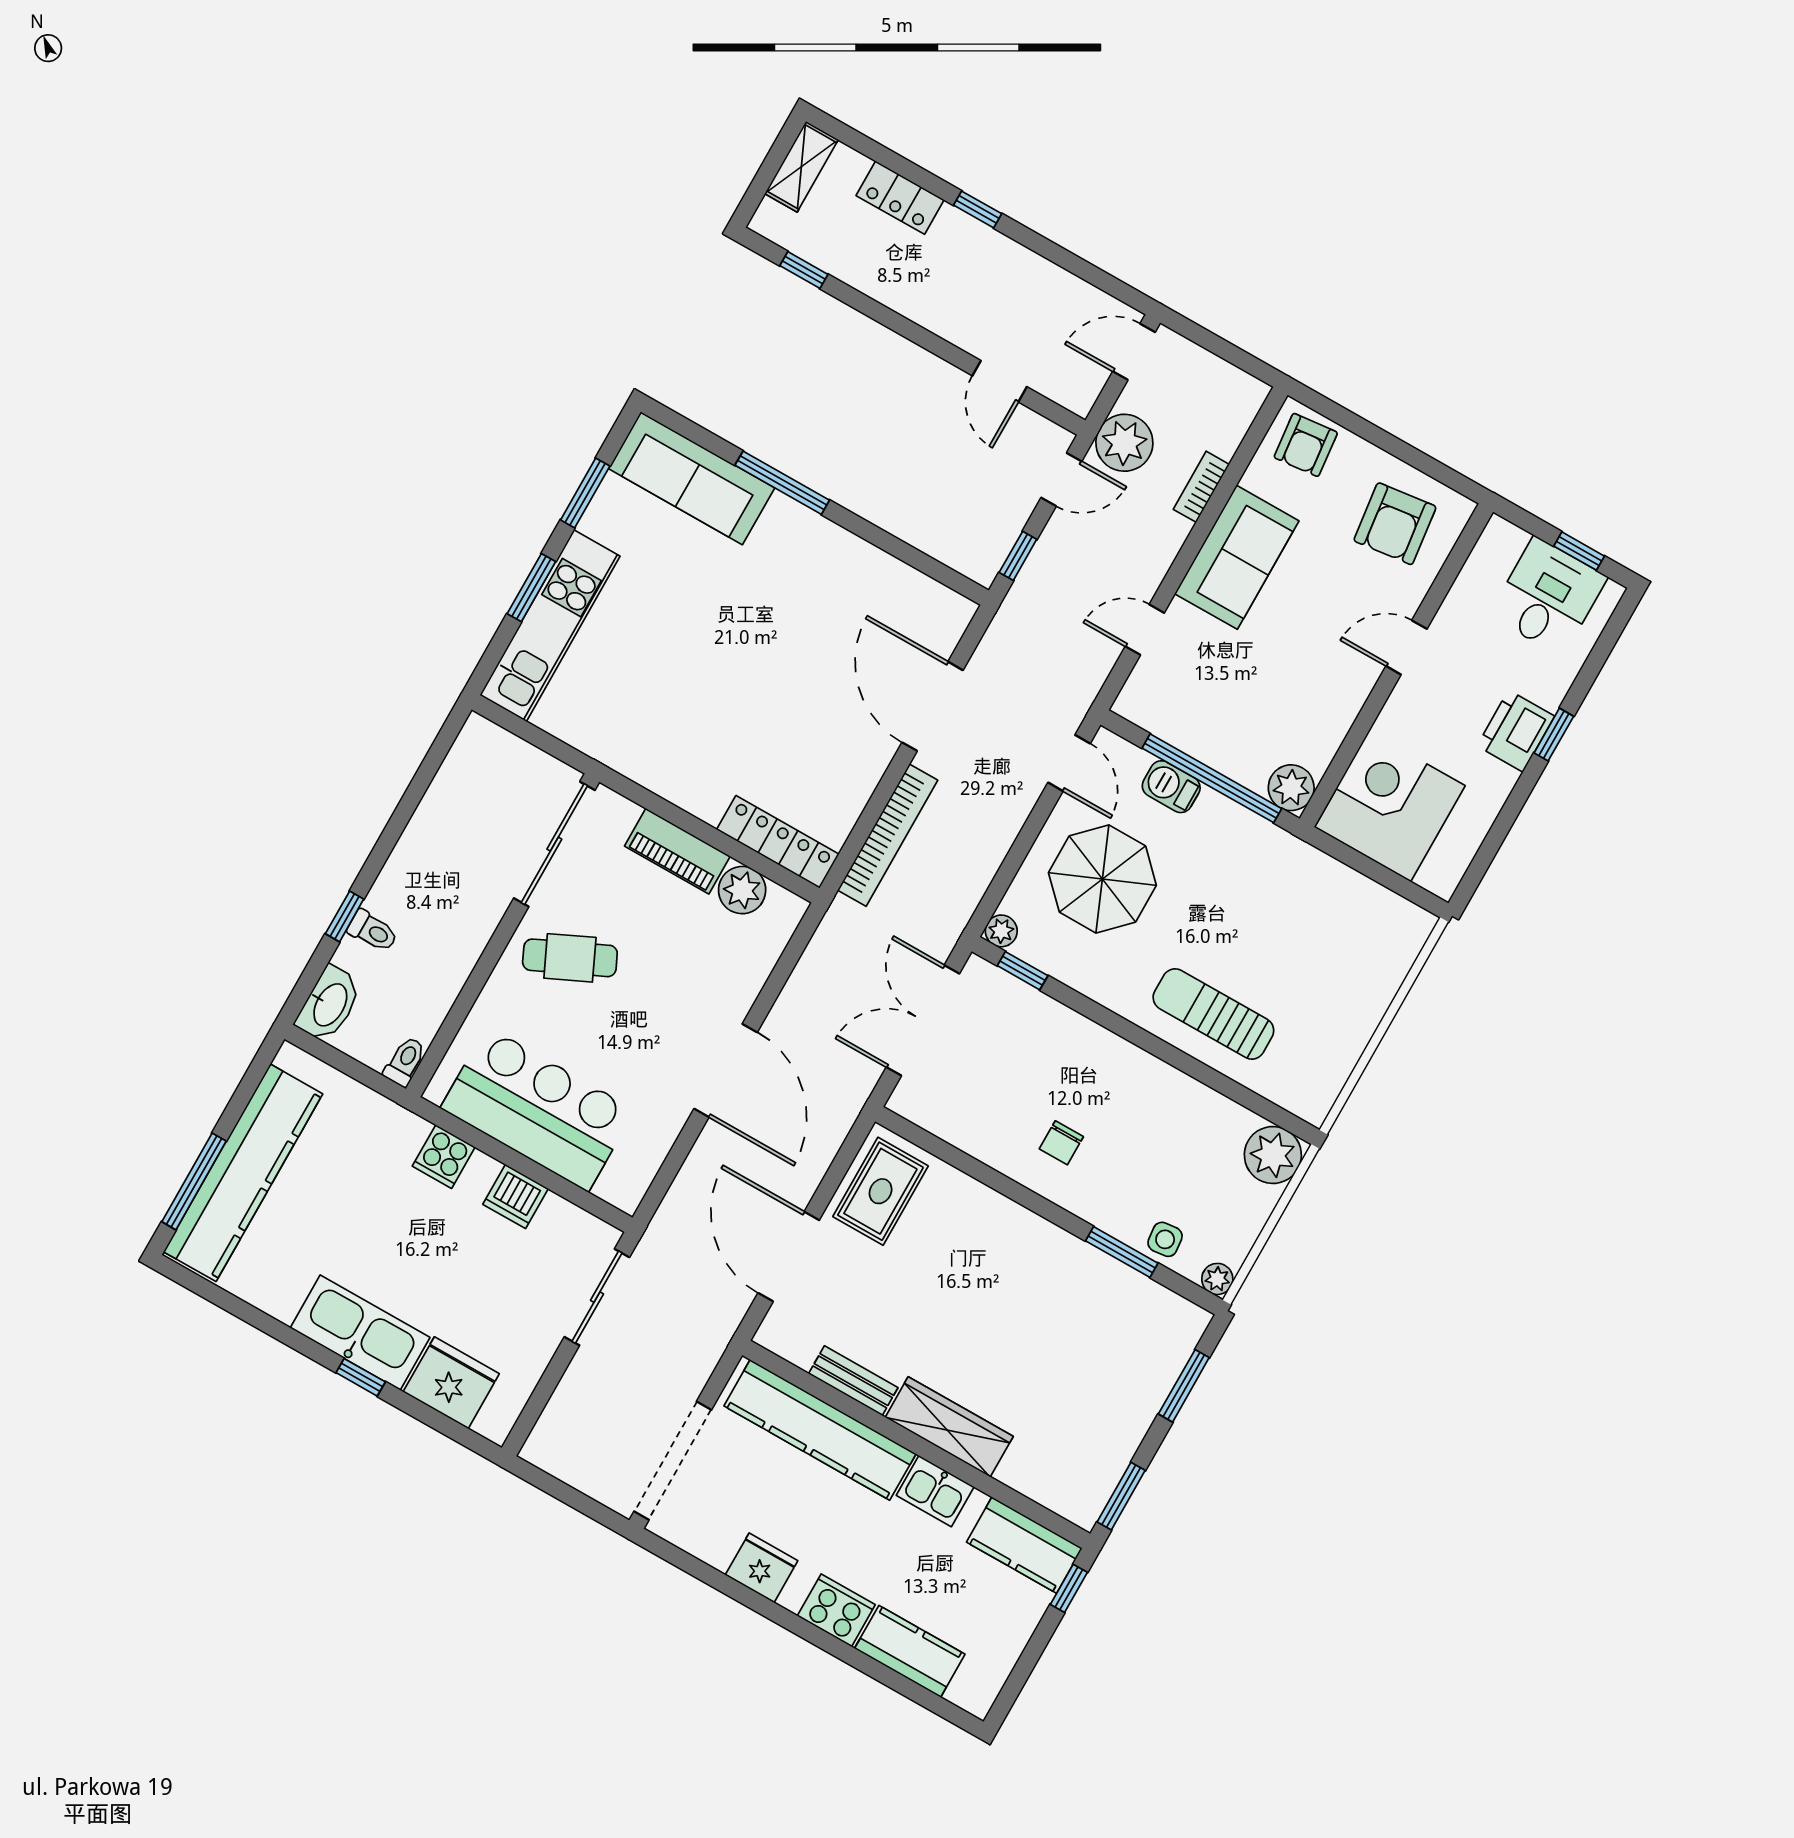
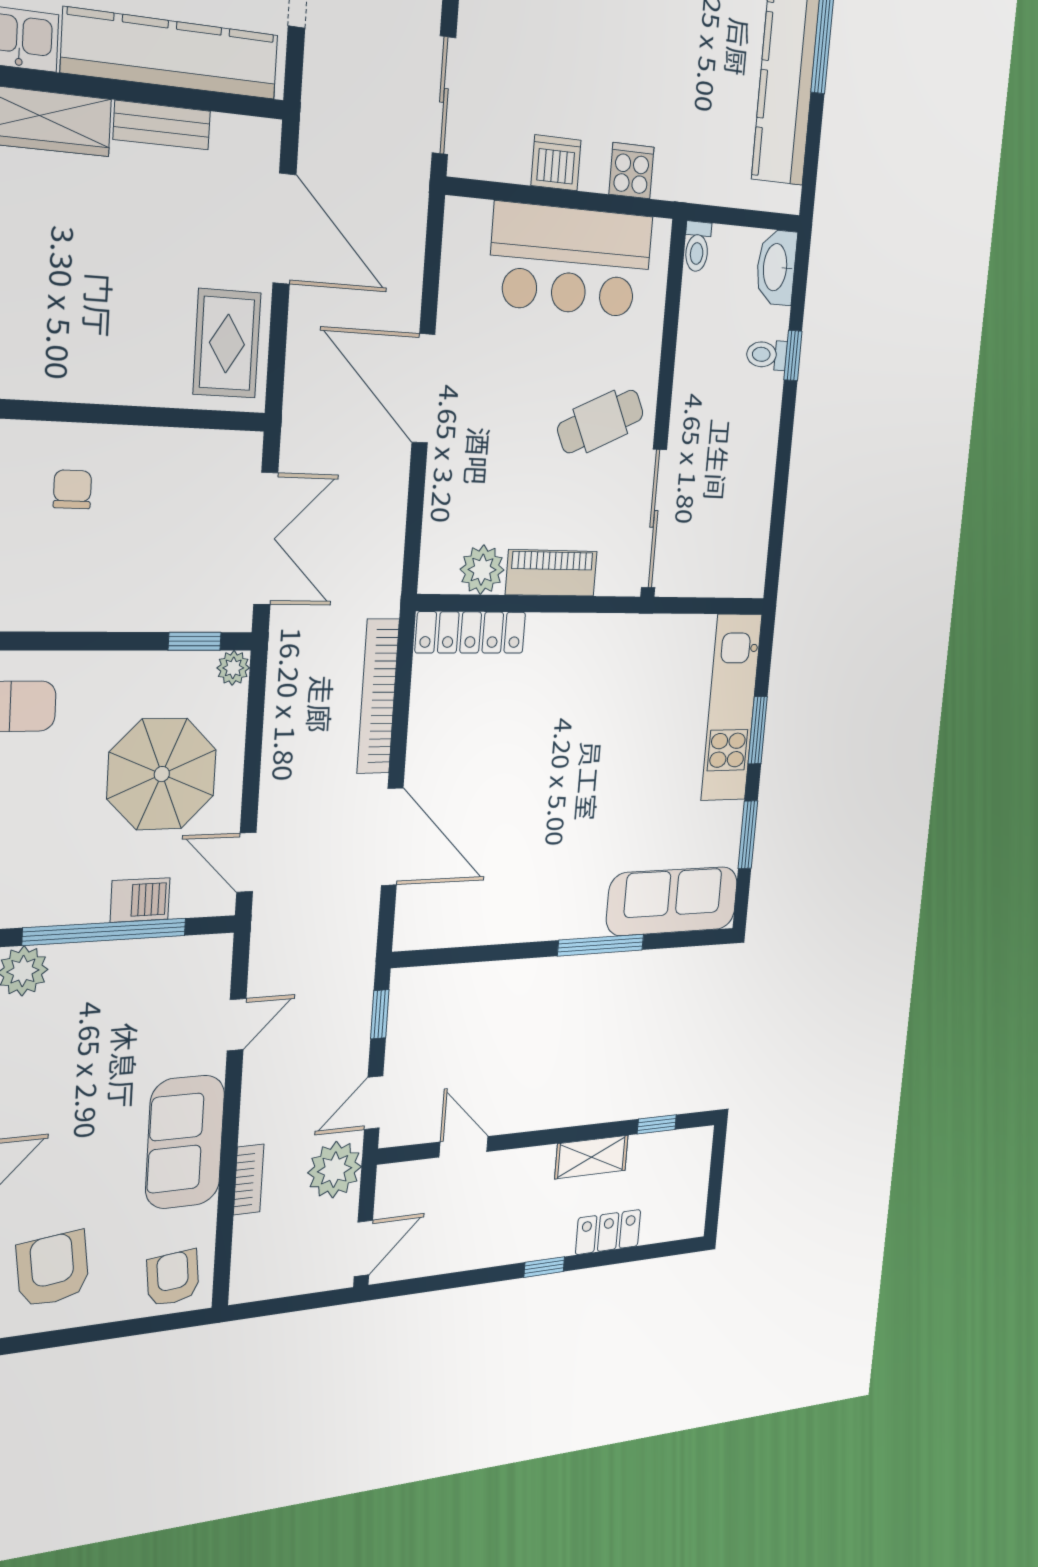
shelving: (801, 167) -> (592, 1157), moved, turned 90

